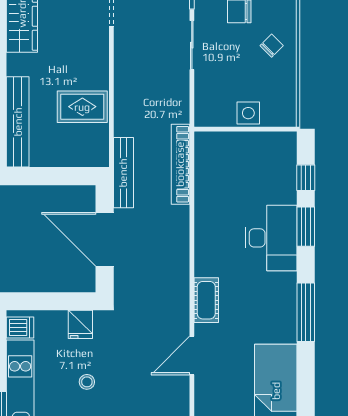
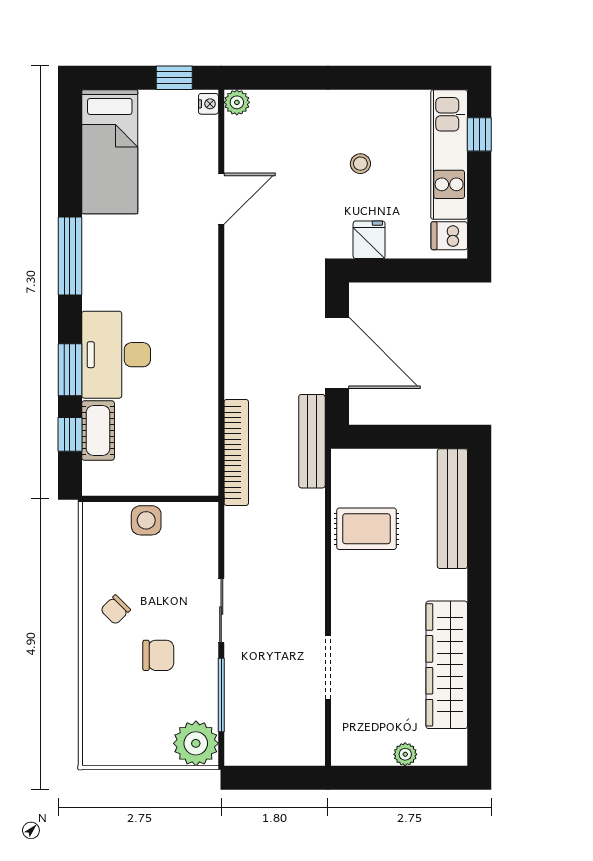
cot: (206, 300) -> (98, 430), moved

